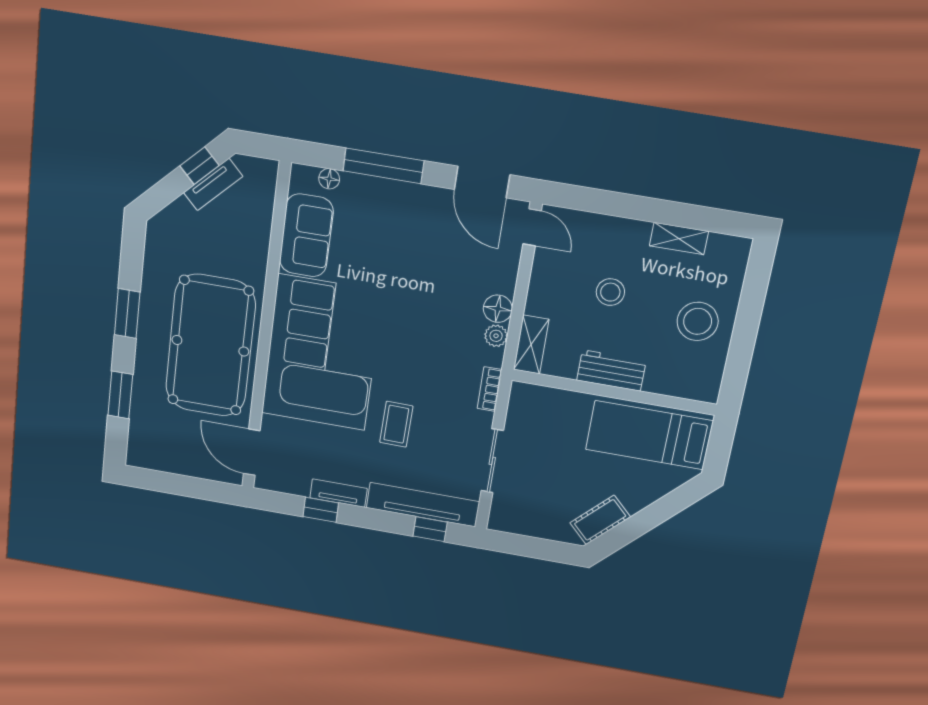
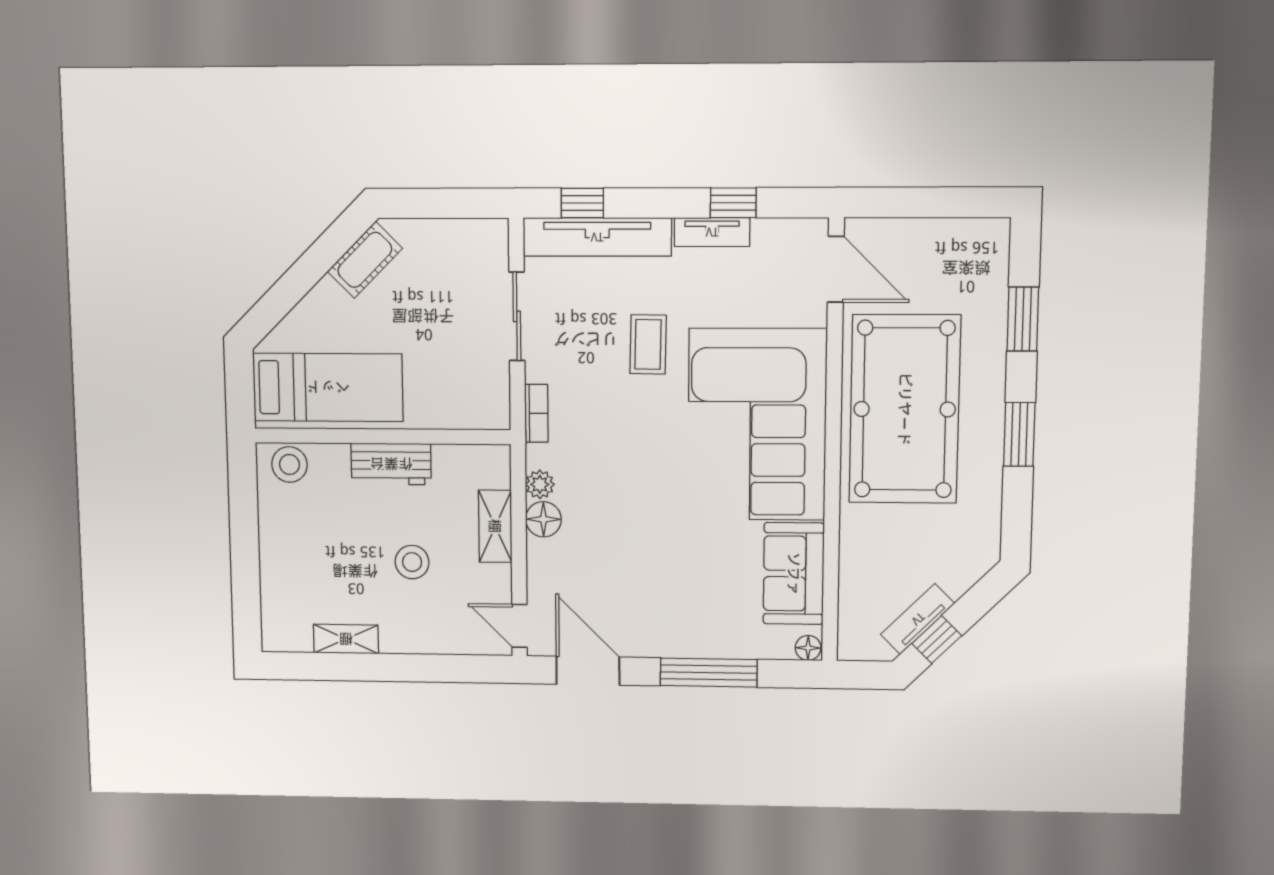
floor lamp: (329, 179) -> (808, 648), moved
stool: (698, 321) -> (289, 464), moved, width x0.73, depth x0.73
shelving: (531, 344) -> (495, 526), moved

